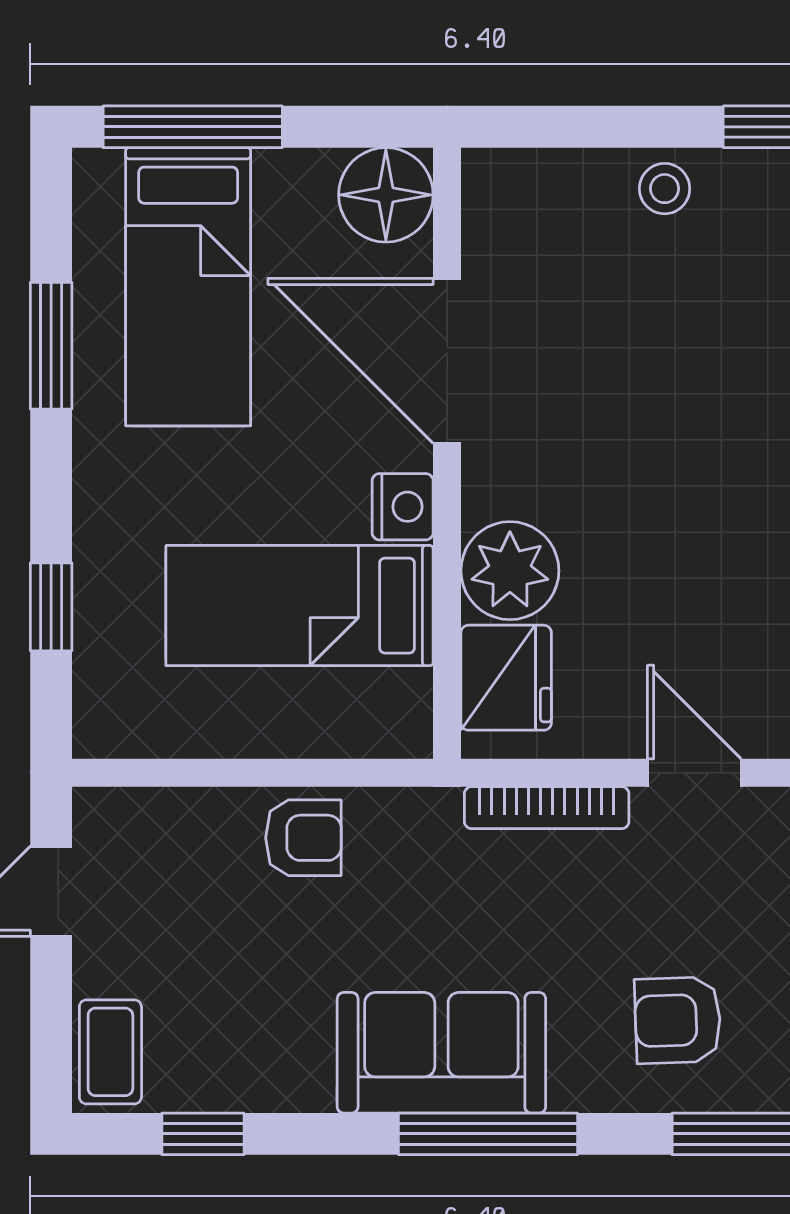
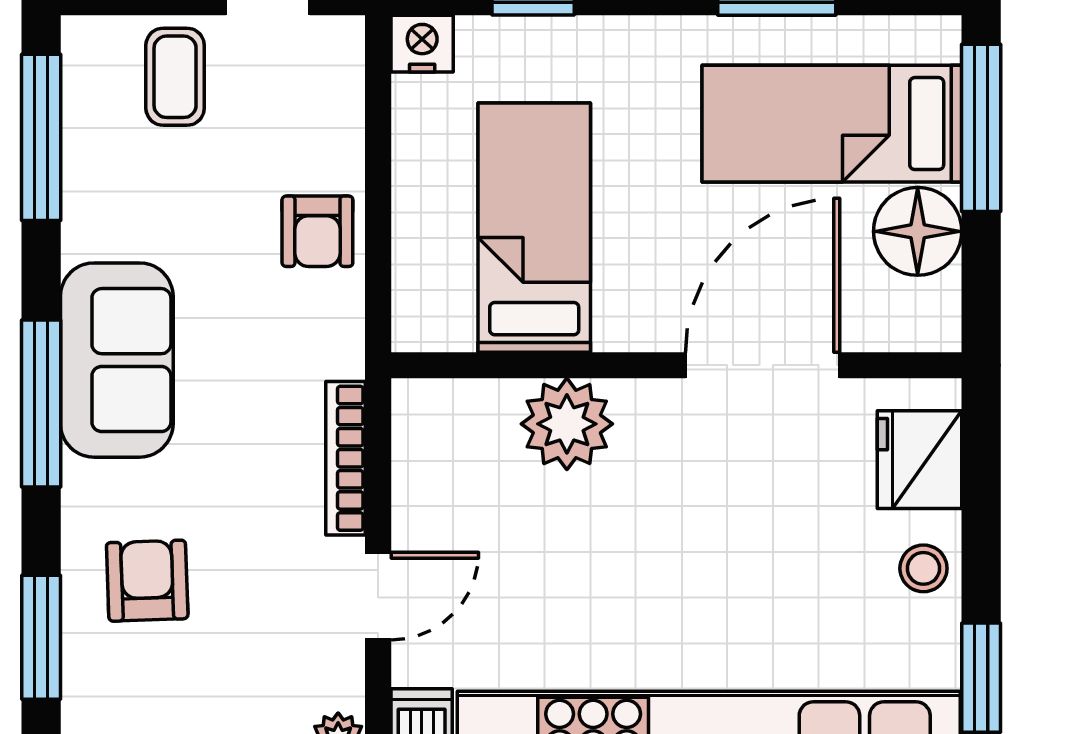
floor lamp: (386, 195) -> (918, 231), moved
nightstand: (403, 507) -> (422, 44), moved, turned 180
fridge: (506, 678) -> (920, 460), moved, turned 90
coffee table: (110, 1052) -> (175, 77), moved, turned 90
window: (203, 1134) -> (41, 137), width x2.17

